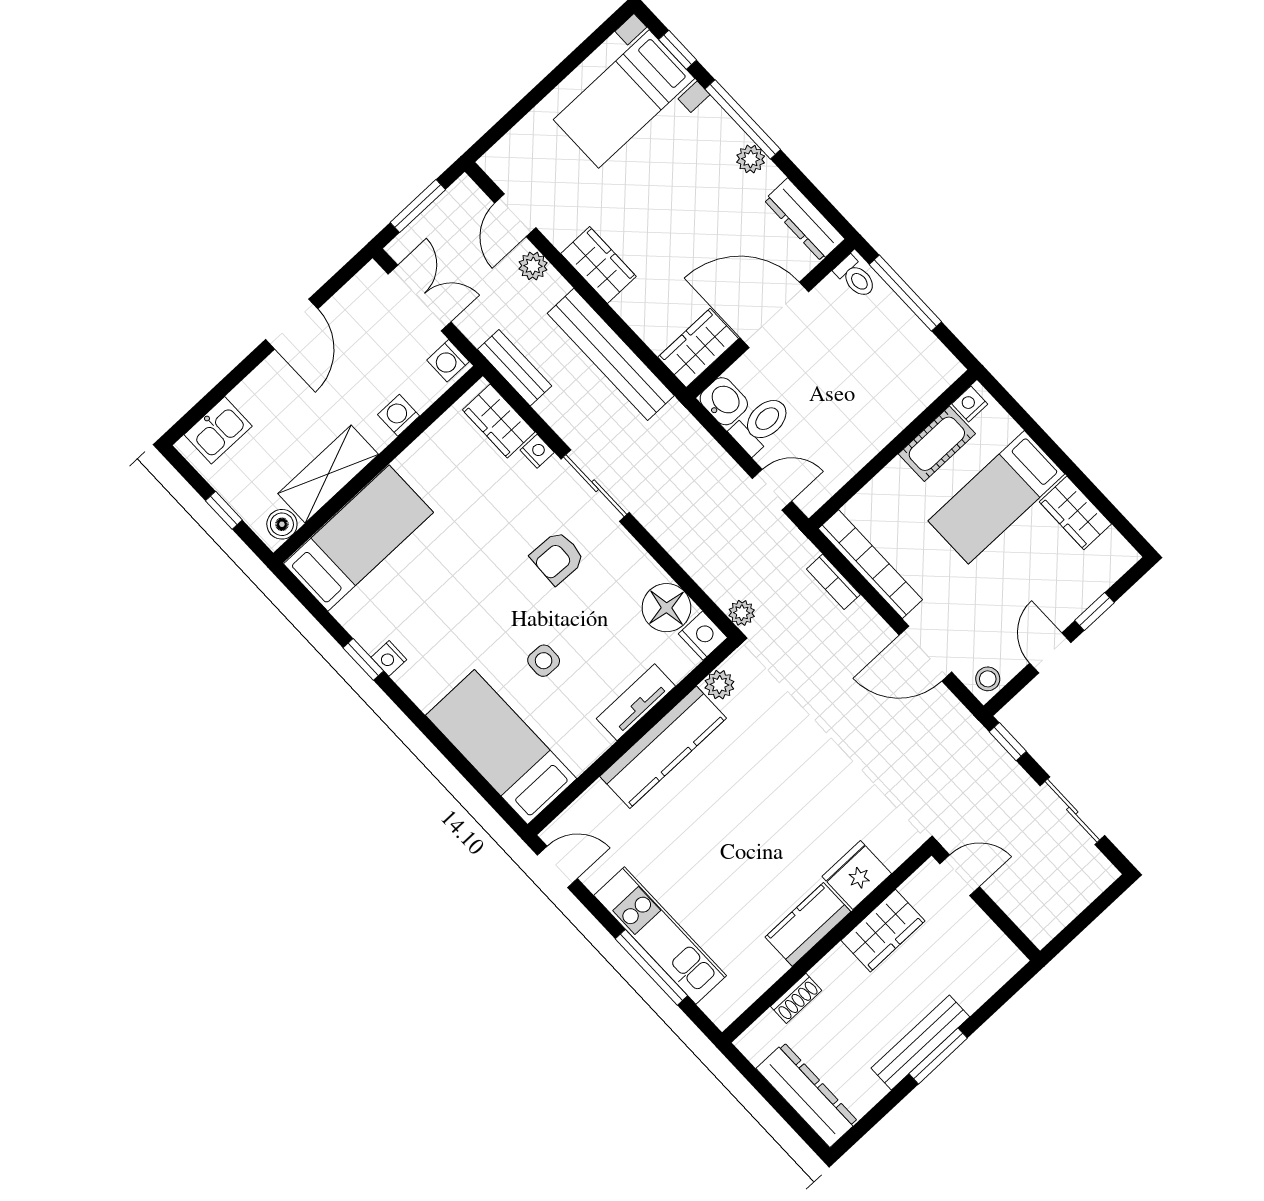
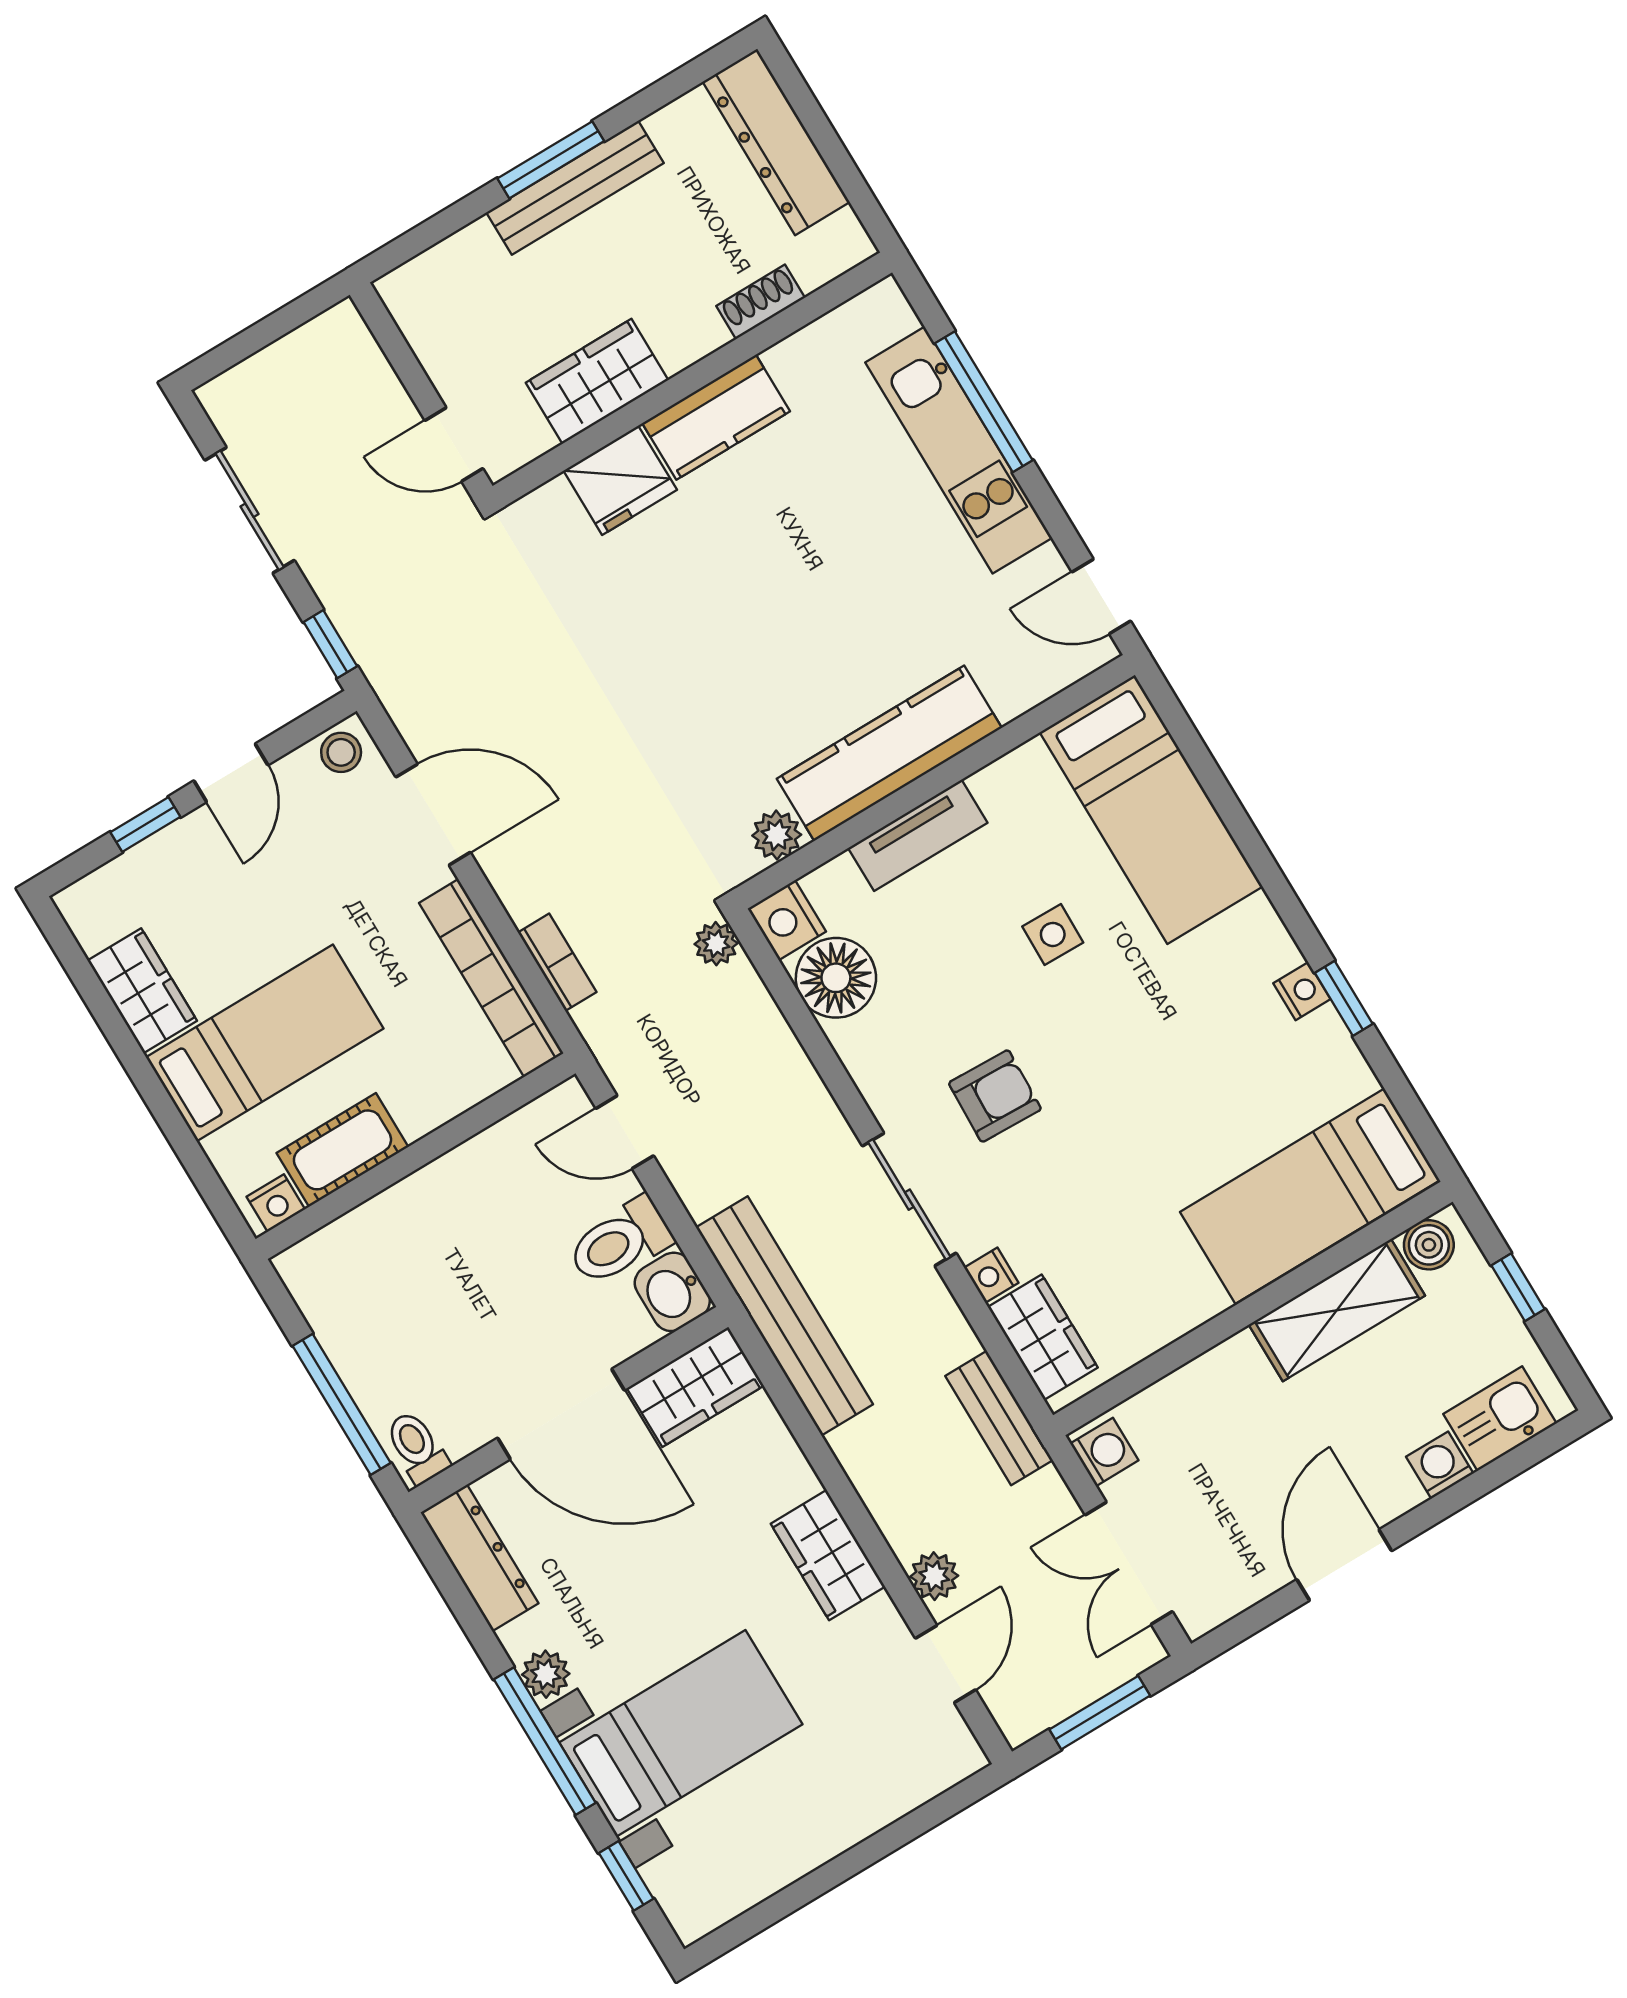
bed with nightstands: (624, 99) -> (681, 1733), moved
bench: (611, 354) -> (784, 1316), moved
washing machine: (399, 415) -> (1440, 1465), moved, turned 180

